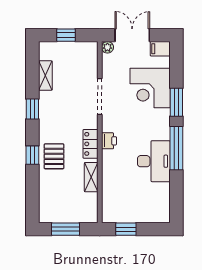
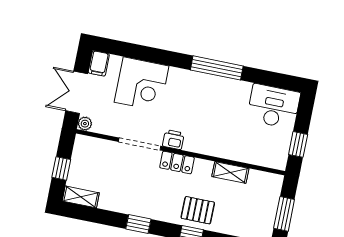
shelving: (45, 76) -> (81, 197), moved
window: (176, 102) -> (164, 57), removed
printer: (109, 141) -> (173, 140), moved
locker: (90, 144) -> (177, 162), moved
desk: (154, 161) -> (274, 106), moved

